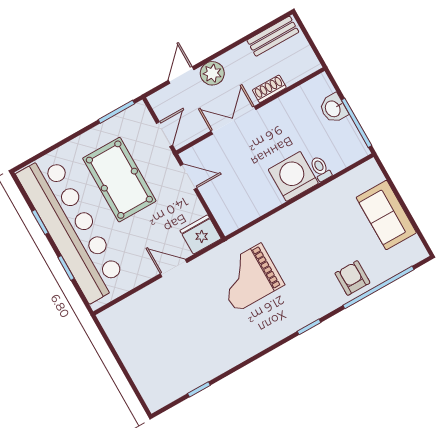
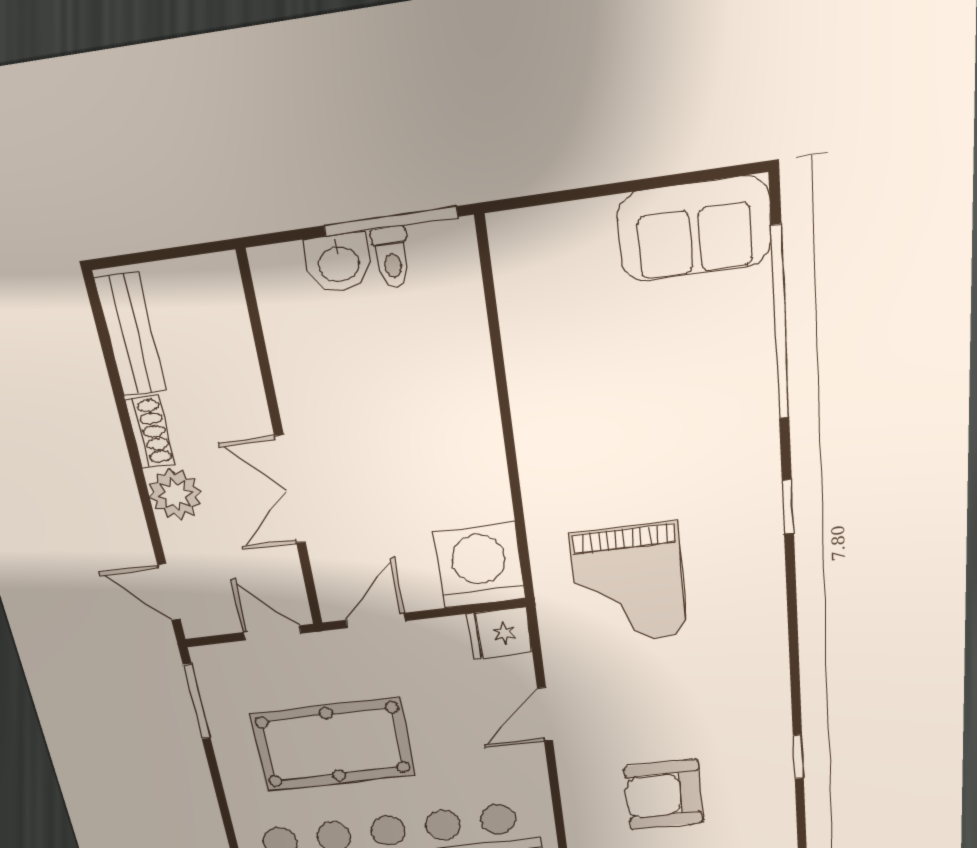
door: (181, 75) -> (169, 592), moved
shoe rack: (269, 89) -> (150, 432), moved, turned 180
toilet: (321, 169) -> (392, 257), moved, turned -90
washing machine: (293, 176) -> (479, 566), moved, turned 90
sofa: (386, 215) -> (694, 229), moved
fridge: (201, 234) -> (500, 633), width x0.72
armchair: (352, 278) -> (664, 795), moved, width x1.38, depth x1.38

